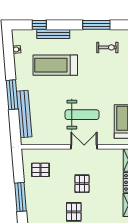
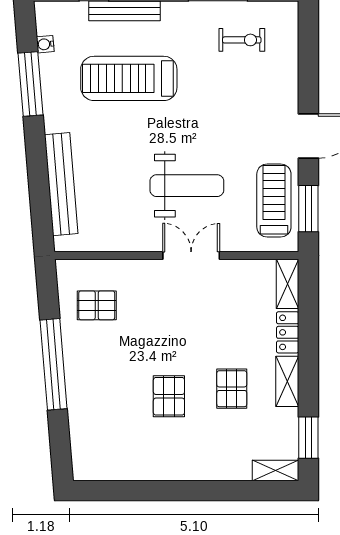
window: (12, 95) -> (31, 84), moved
pallet: (82, 184) -> (232, 389), moved
window: (21, 197) -> (54, 364), width x1.46

